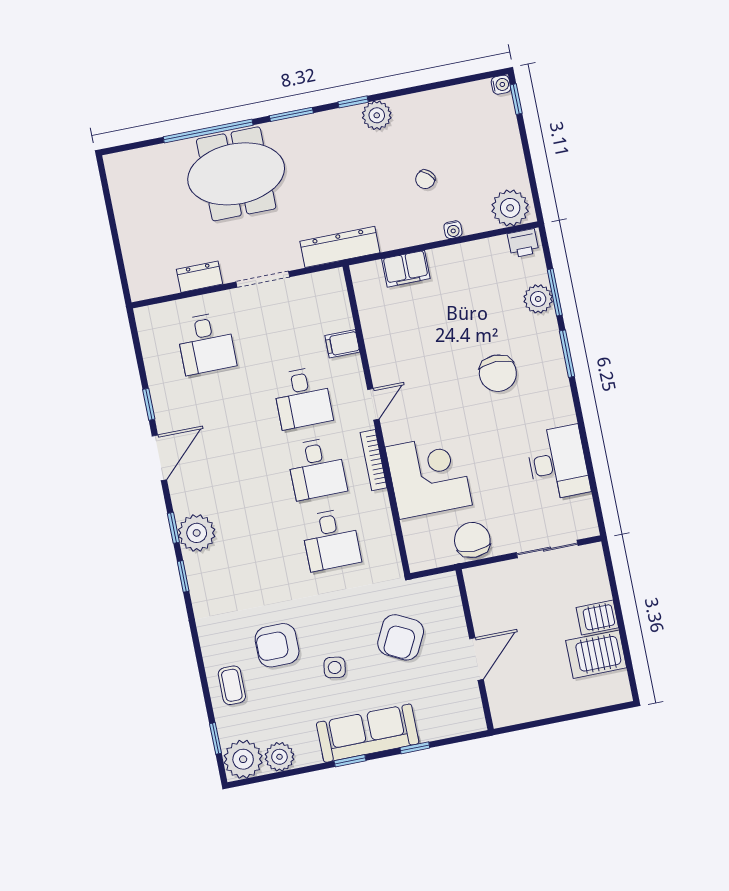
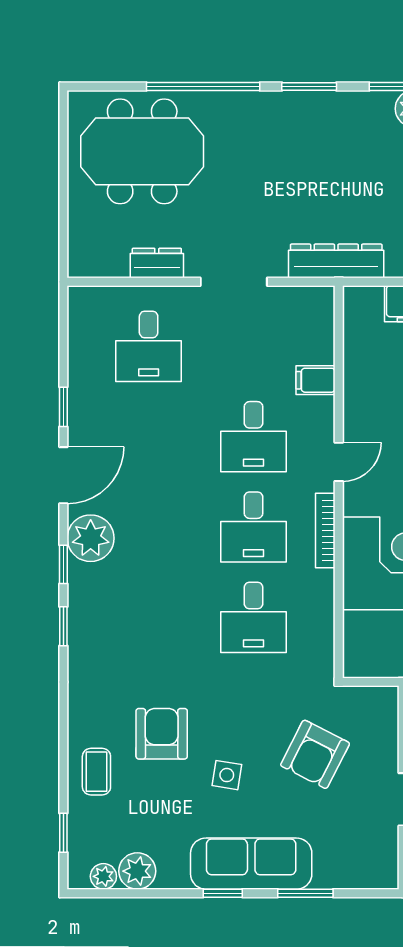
meeting table: (236, 174) -> (142, 151), moved
plant: (197, 533) -> (91, 538), moved
armchair: (277, 645) -> (162, 734), turned 90
window: (415, 748) -> (305, 893), width x1.50
plant: (243, 759) -> (103, 876), width x0.53, depth x0.53

